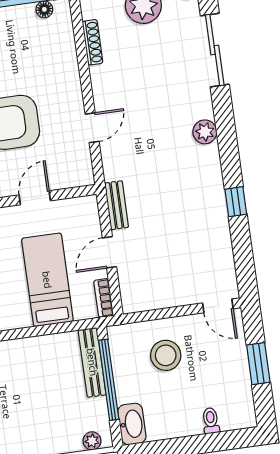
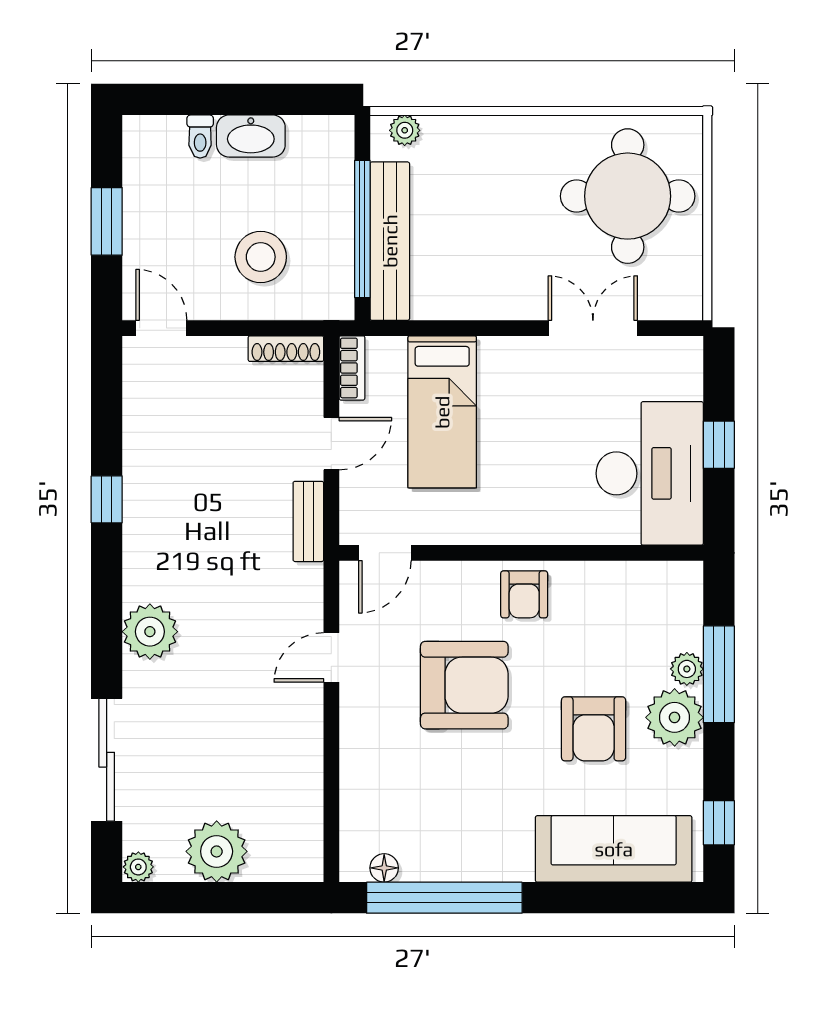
shoe rack: (92, 42) -> (286, 349), moved, turned -90
plant: (205, 132) -> (150, 632), width x1.36, depth x1.36
door: (35, 198) -> (385, 553), moved
bench: (92, 362) -> (390, 241), width x1.37, depth x1.21
washbasin: (132, 424) -> (251, 136), moved, turned -90

